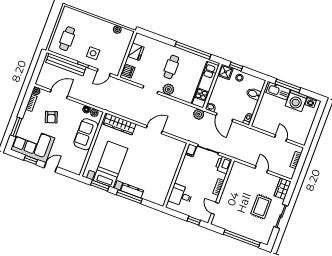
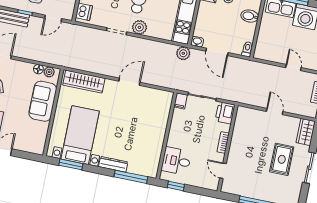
window: (129, 197) -> (131, 177), moved
window: (194, 221) -> (176, 186), moved

